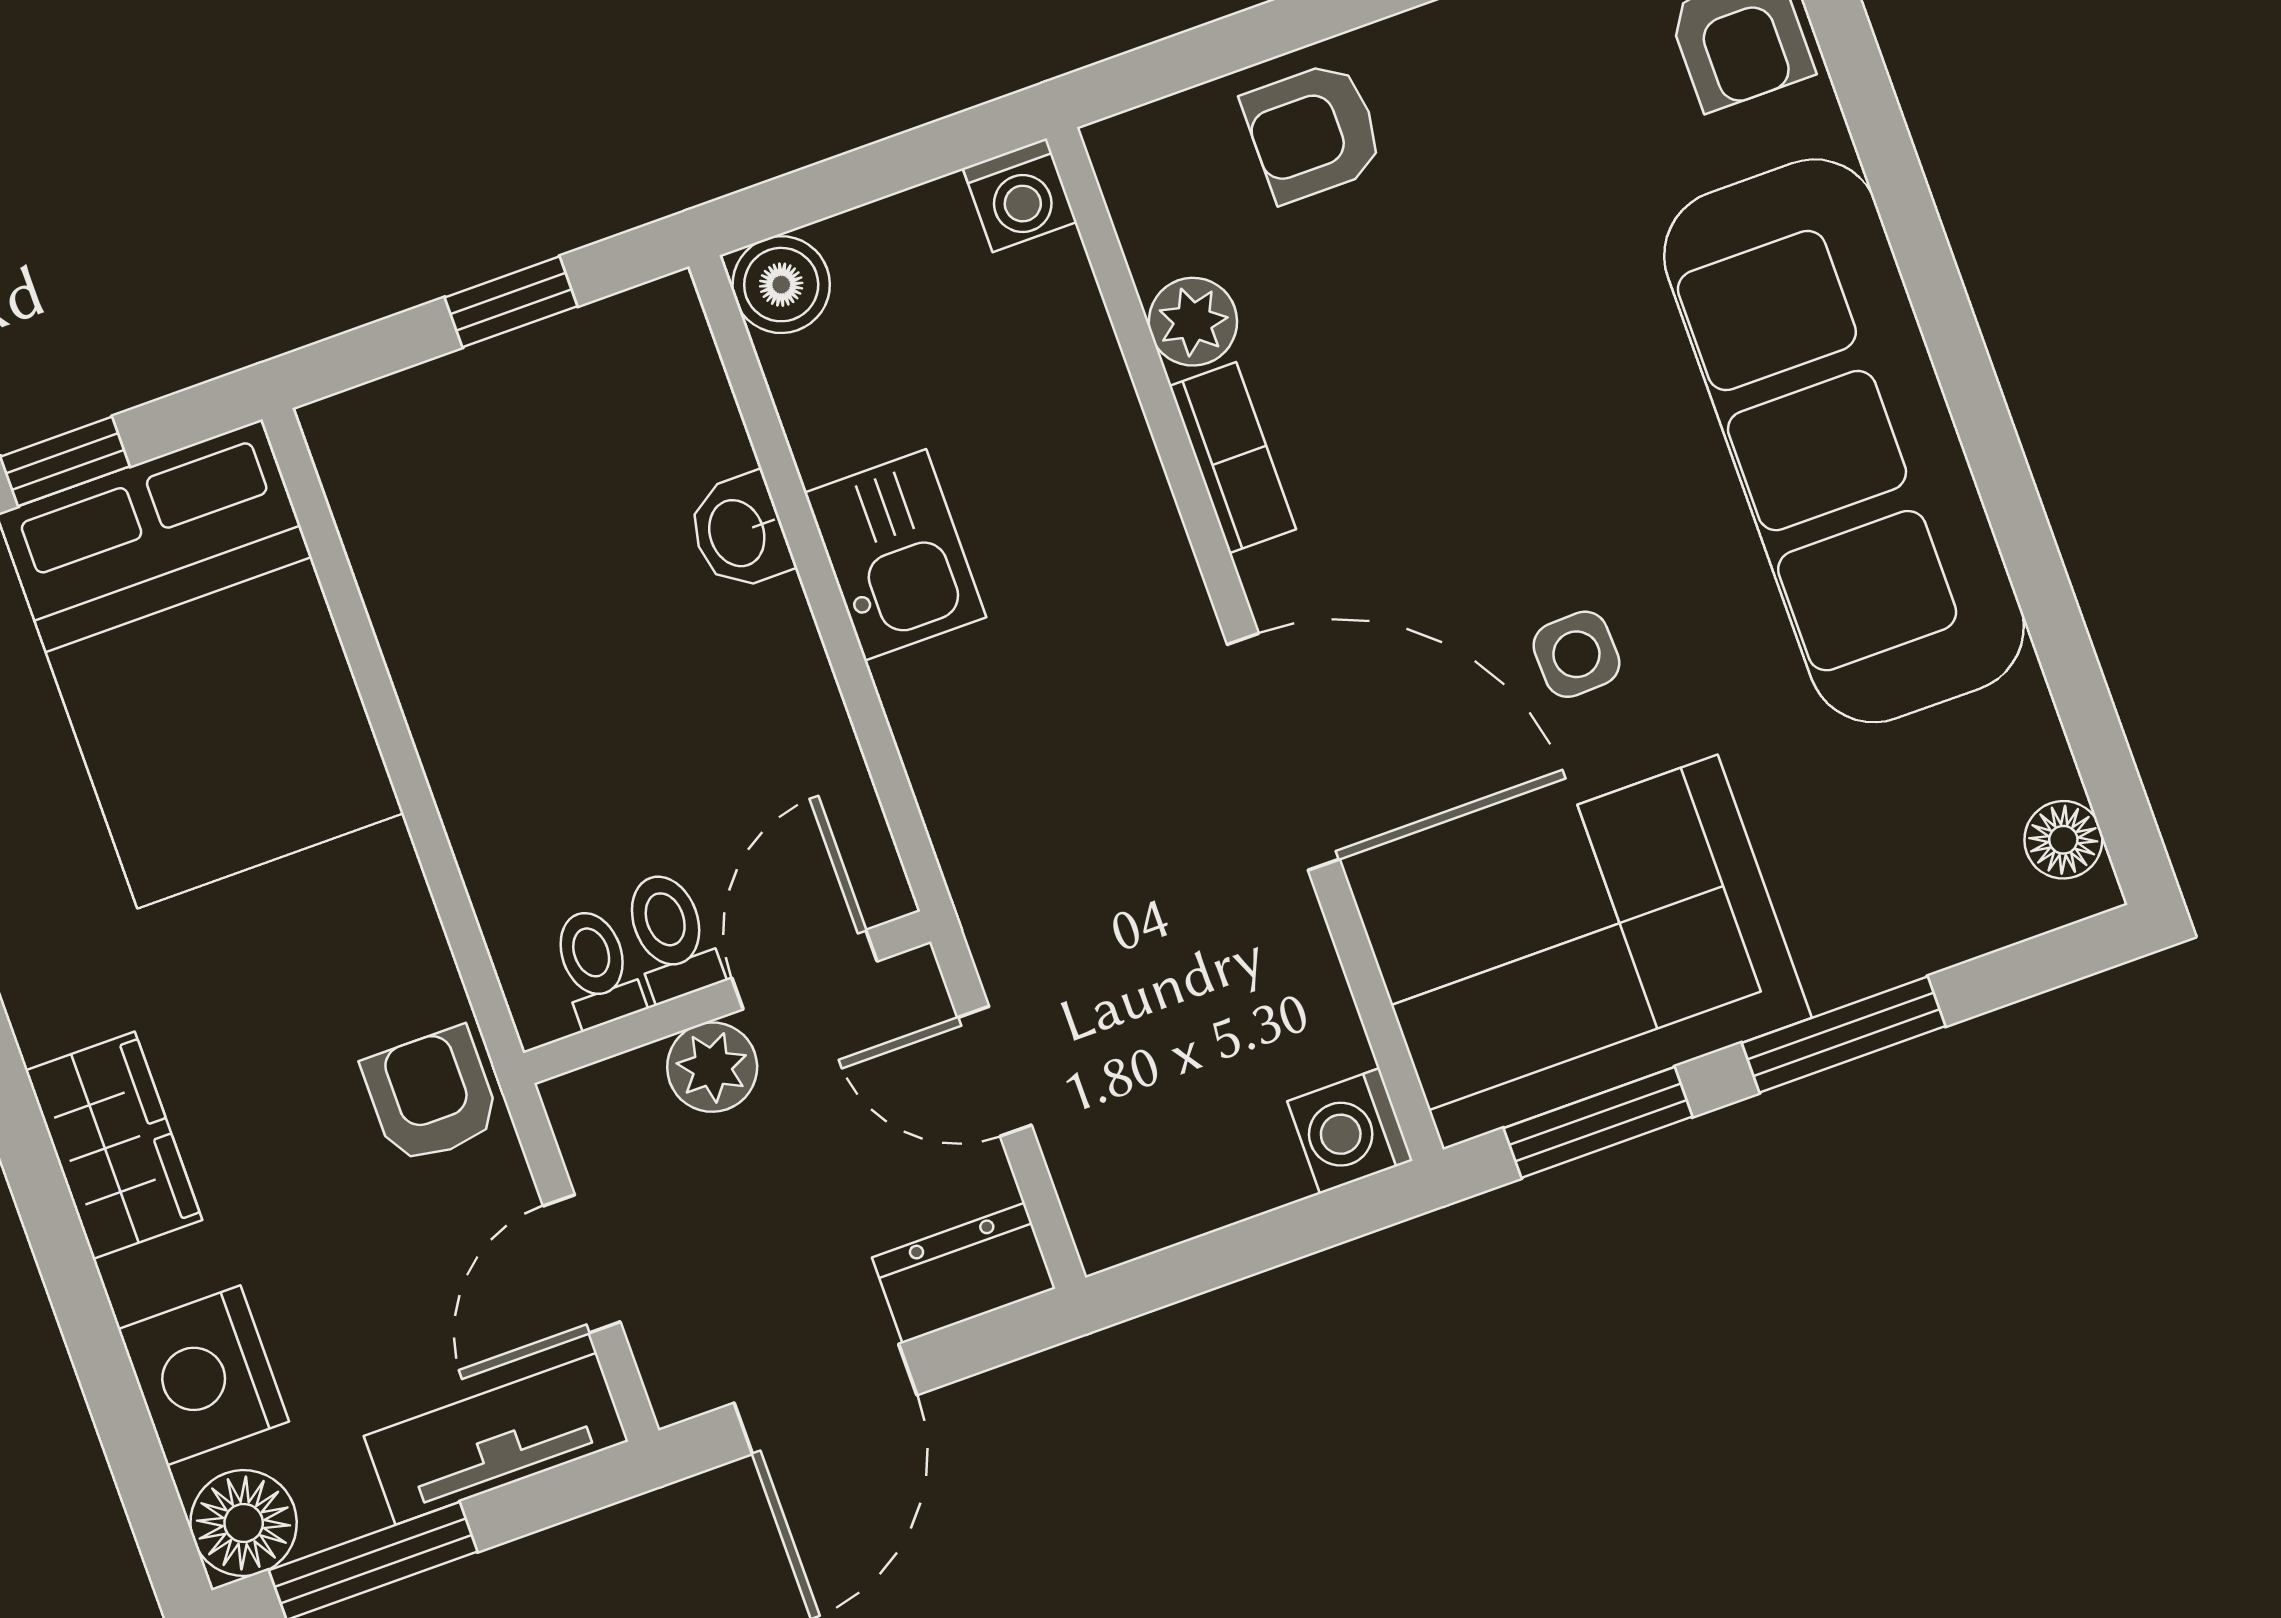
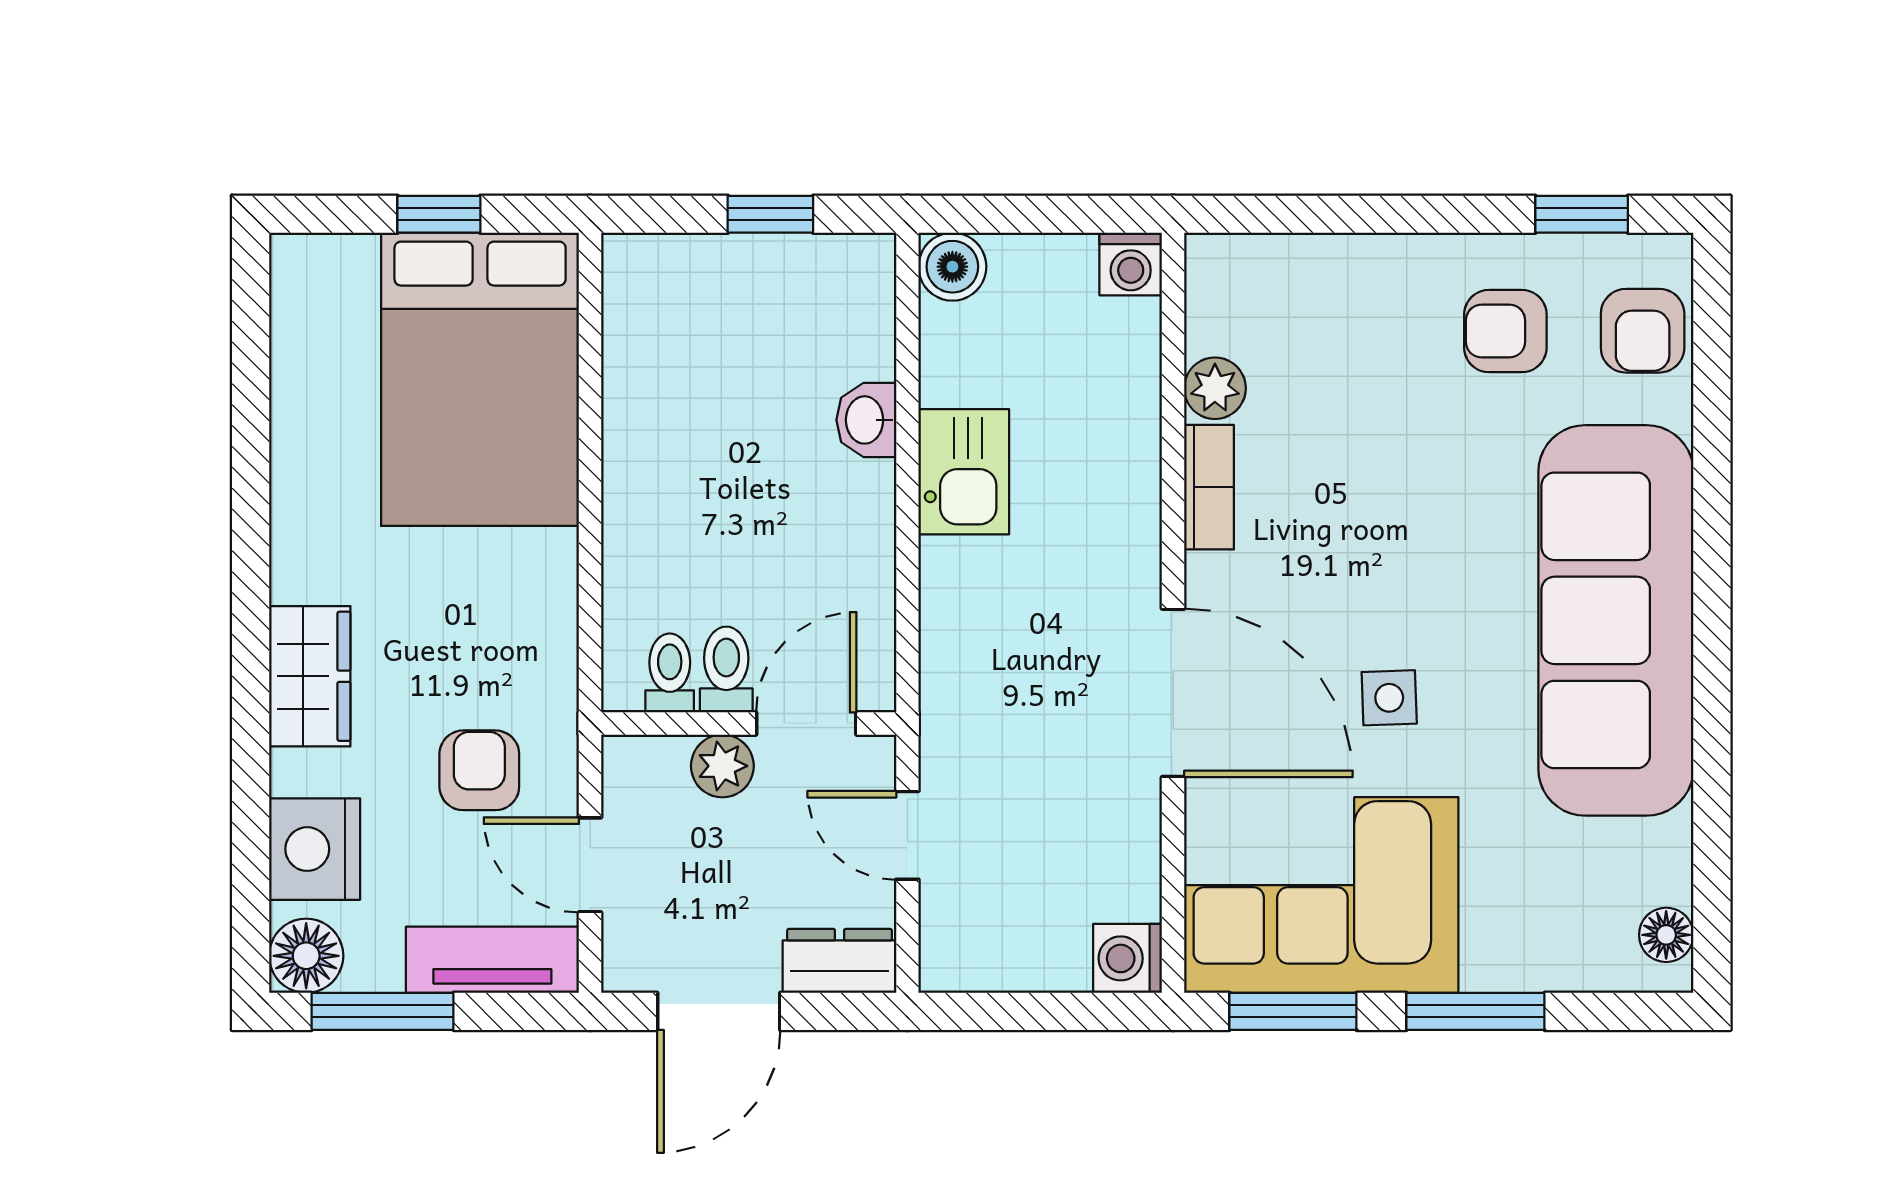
armchair: (1313, 132) -> (1505, 331), moved
armchair: (431, 1096) -> (479, 770), moved
door: (582, 1264) -> (590, 865), hinge flipped

